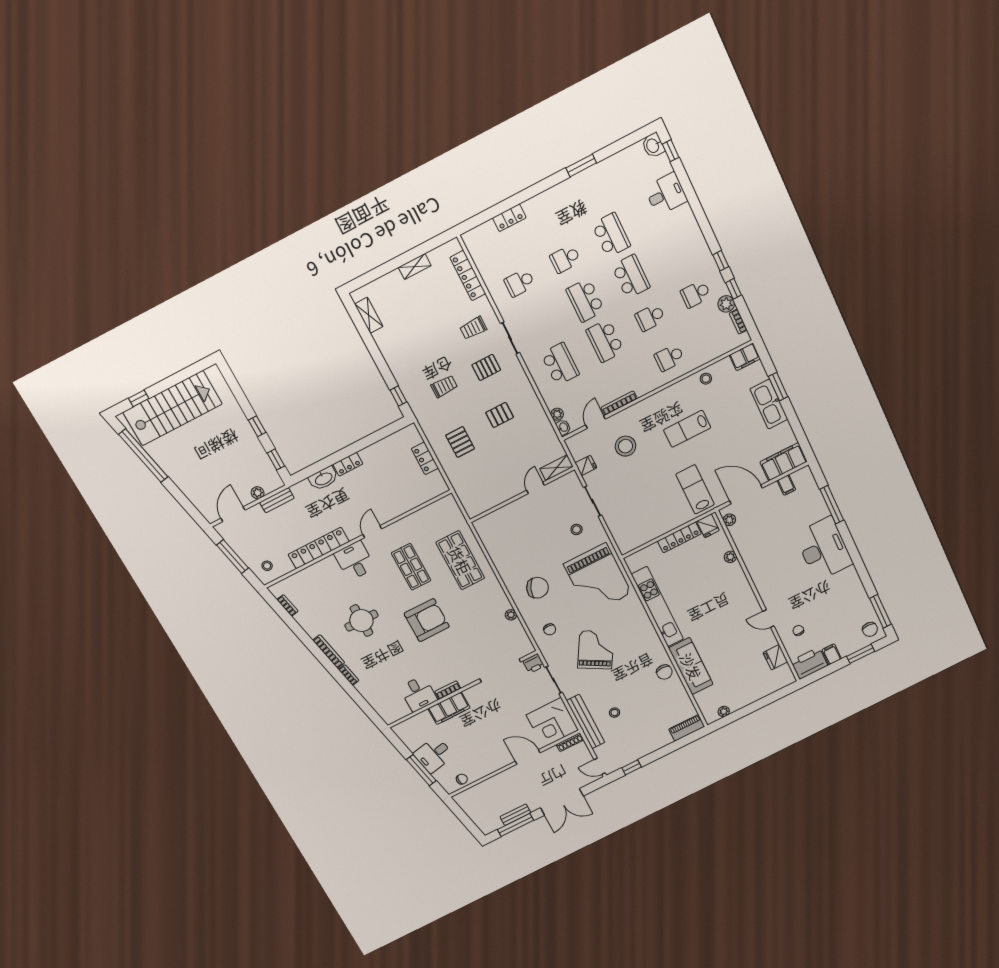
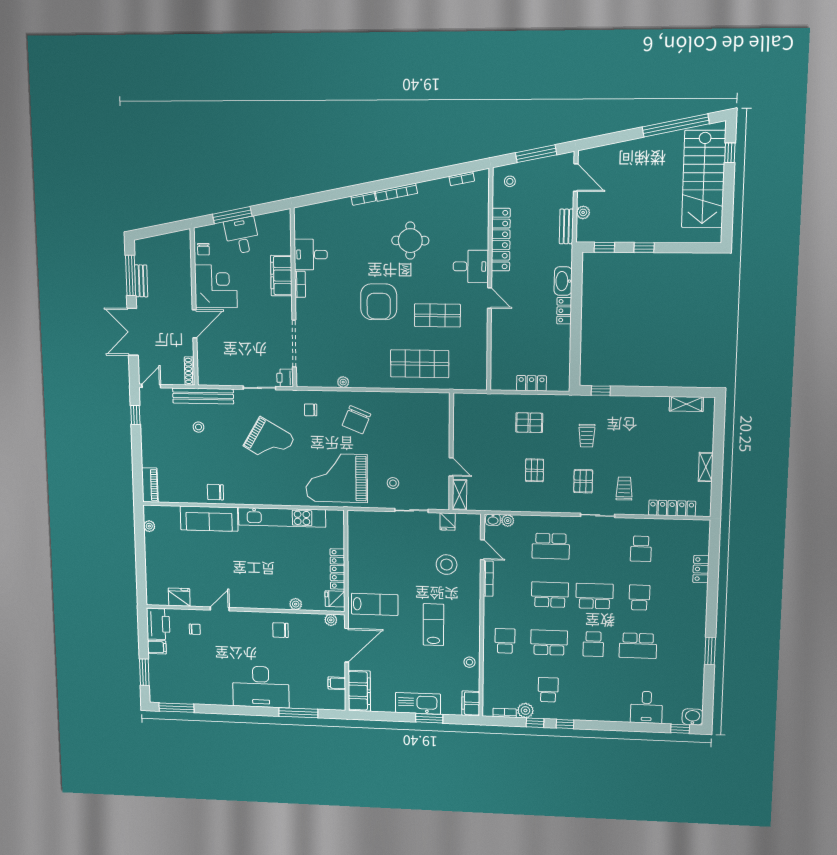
school desk: (631, 277) -> (593, 644), width x0.54
school desk: (520, 283) -> (641, 549), turned 180
school desk: (650, 317) -> (549, 642), width x1.85
chair: (870, 629) -> (281, 630), moved
corner desk: (552, 722) -> (216, 286), moved, turned 90

